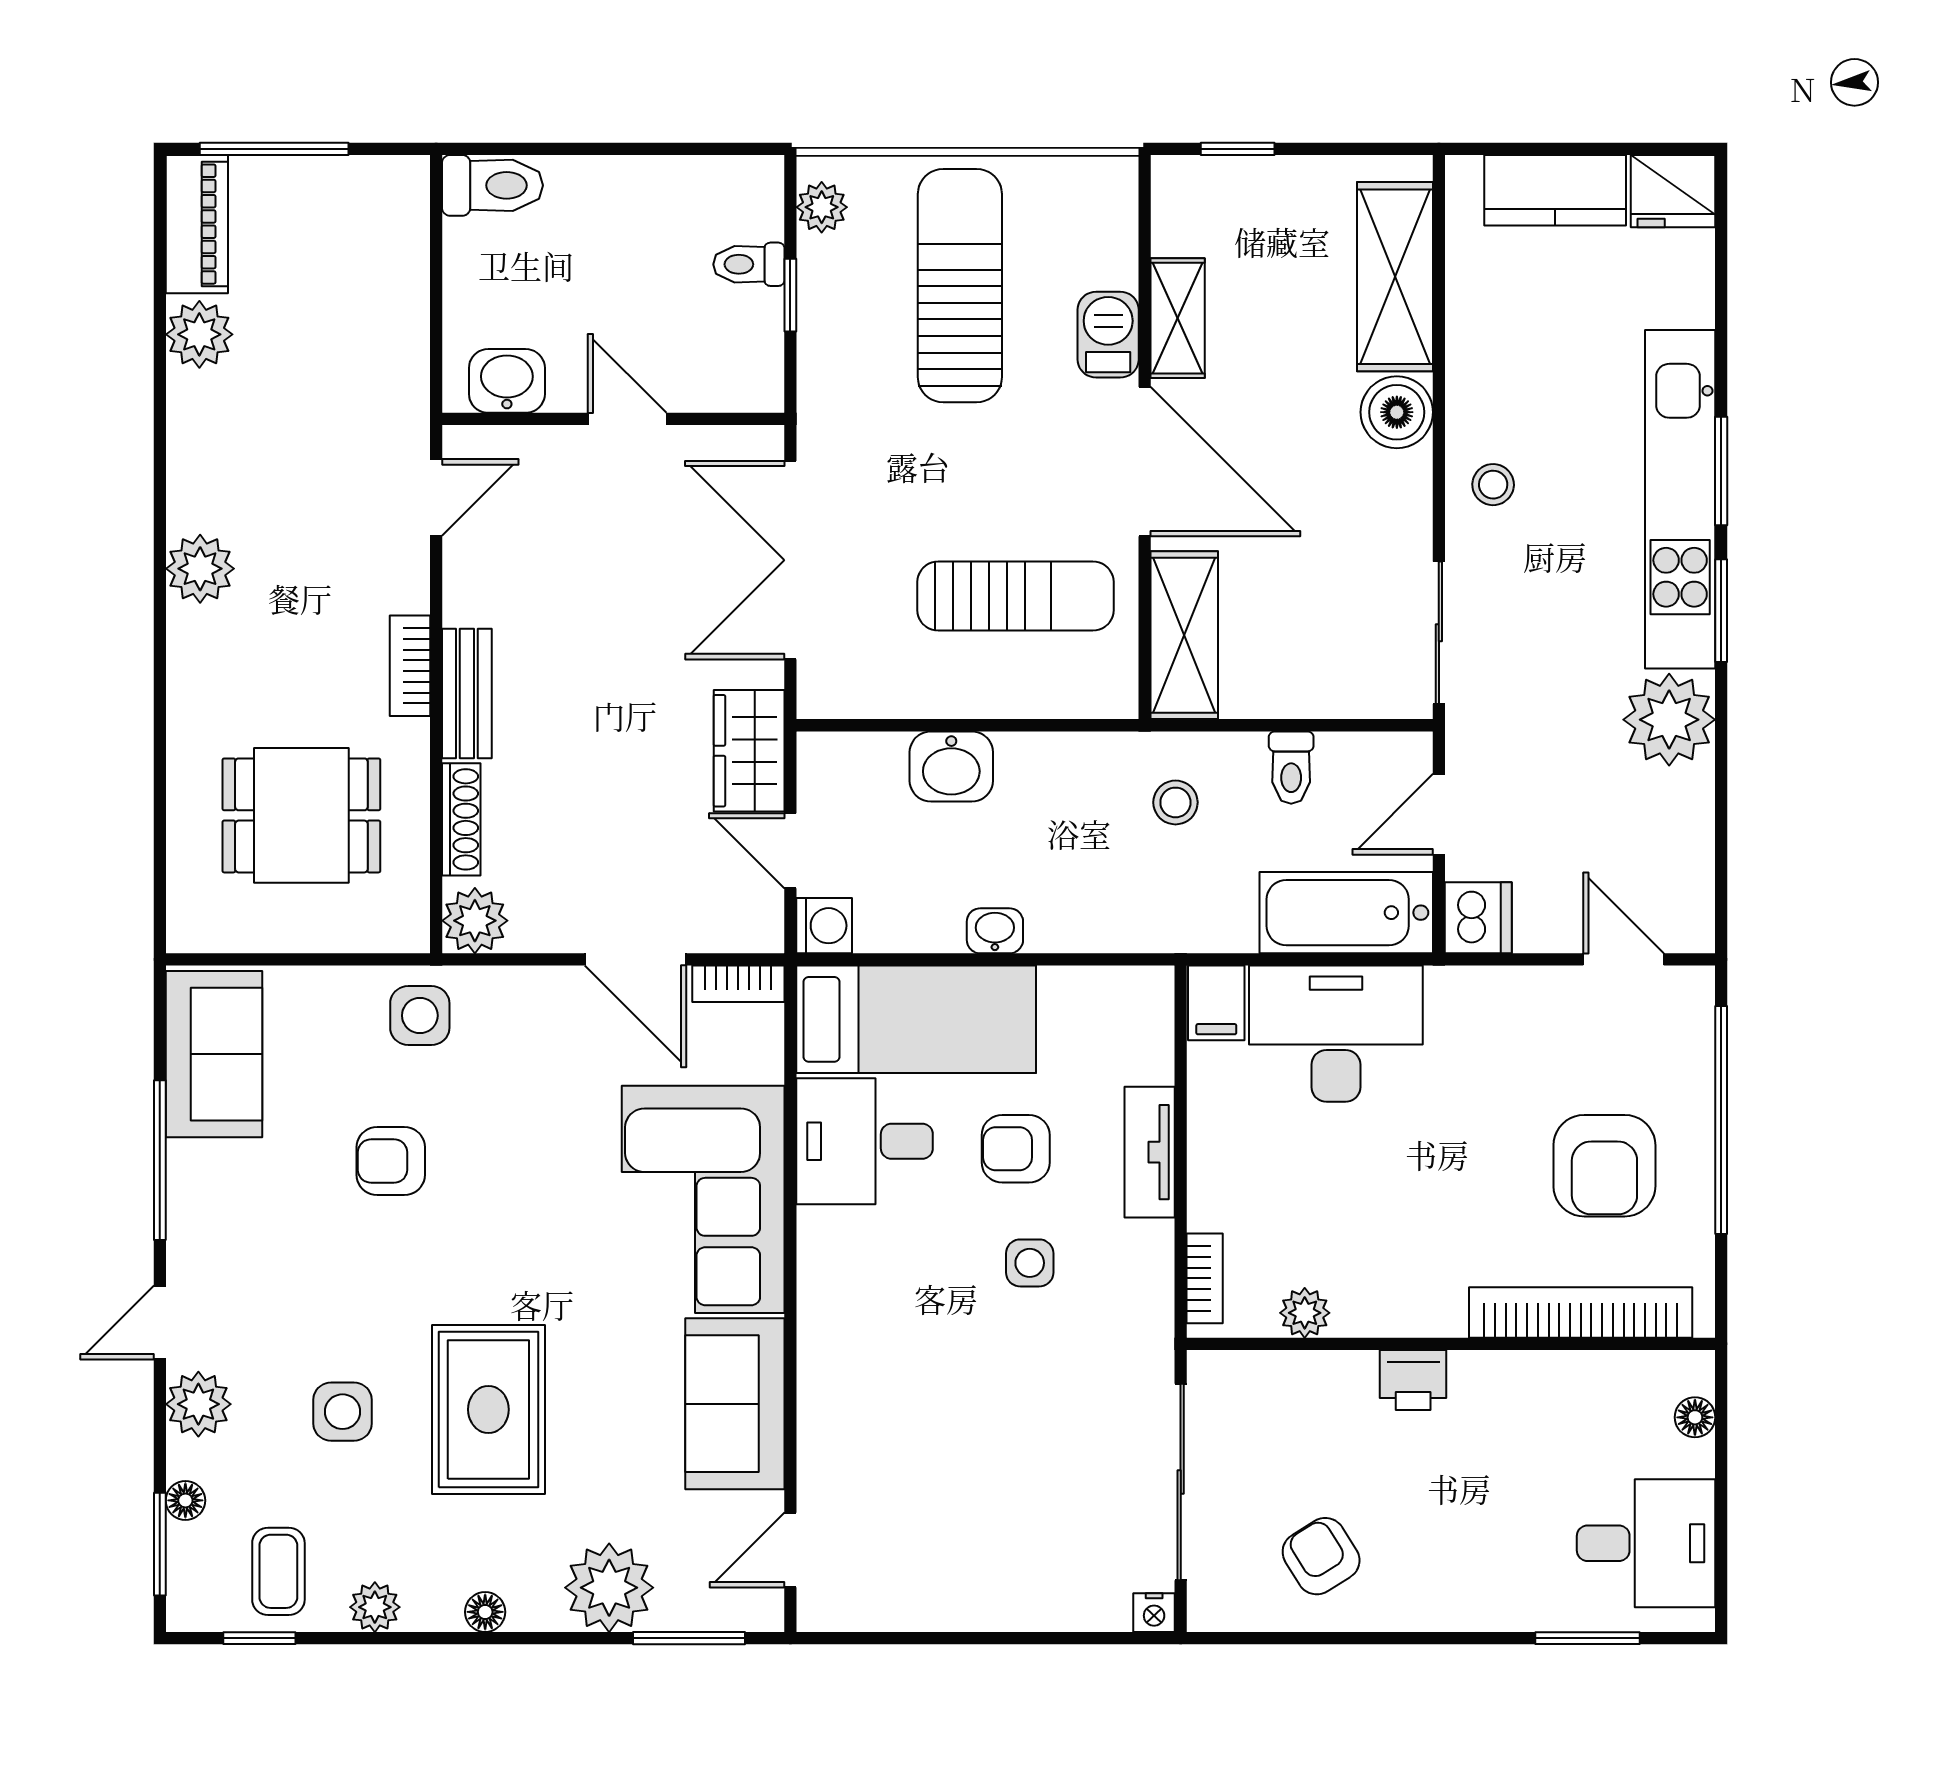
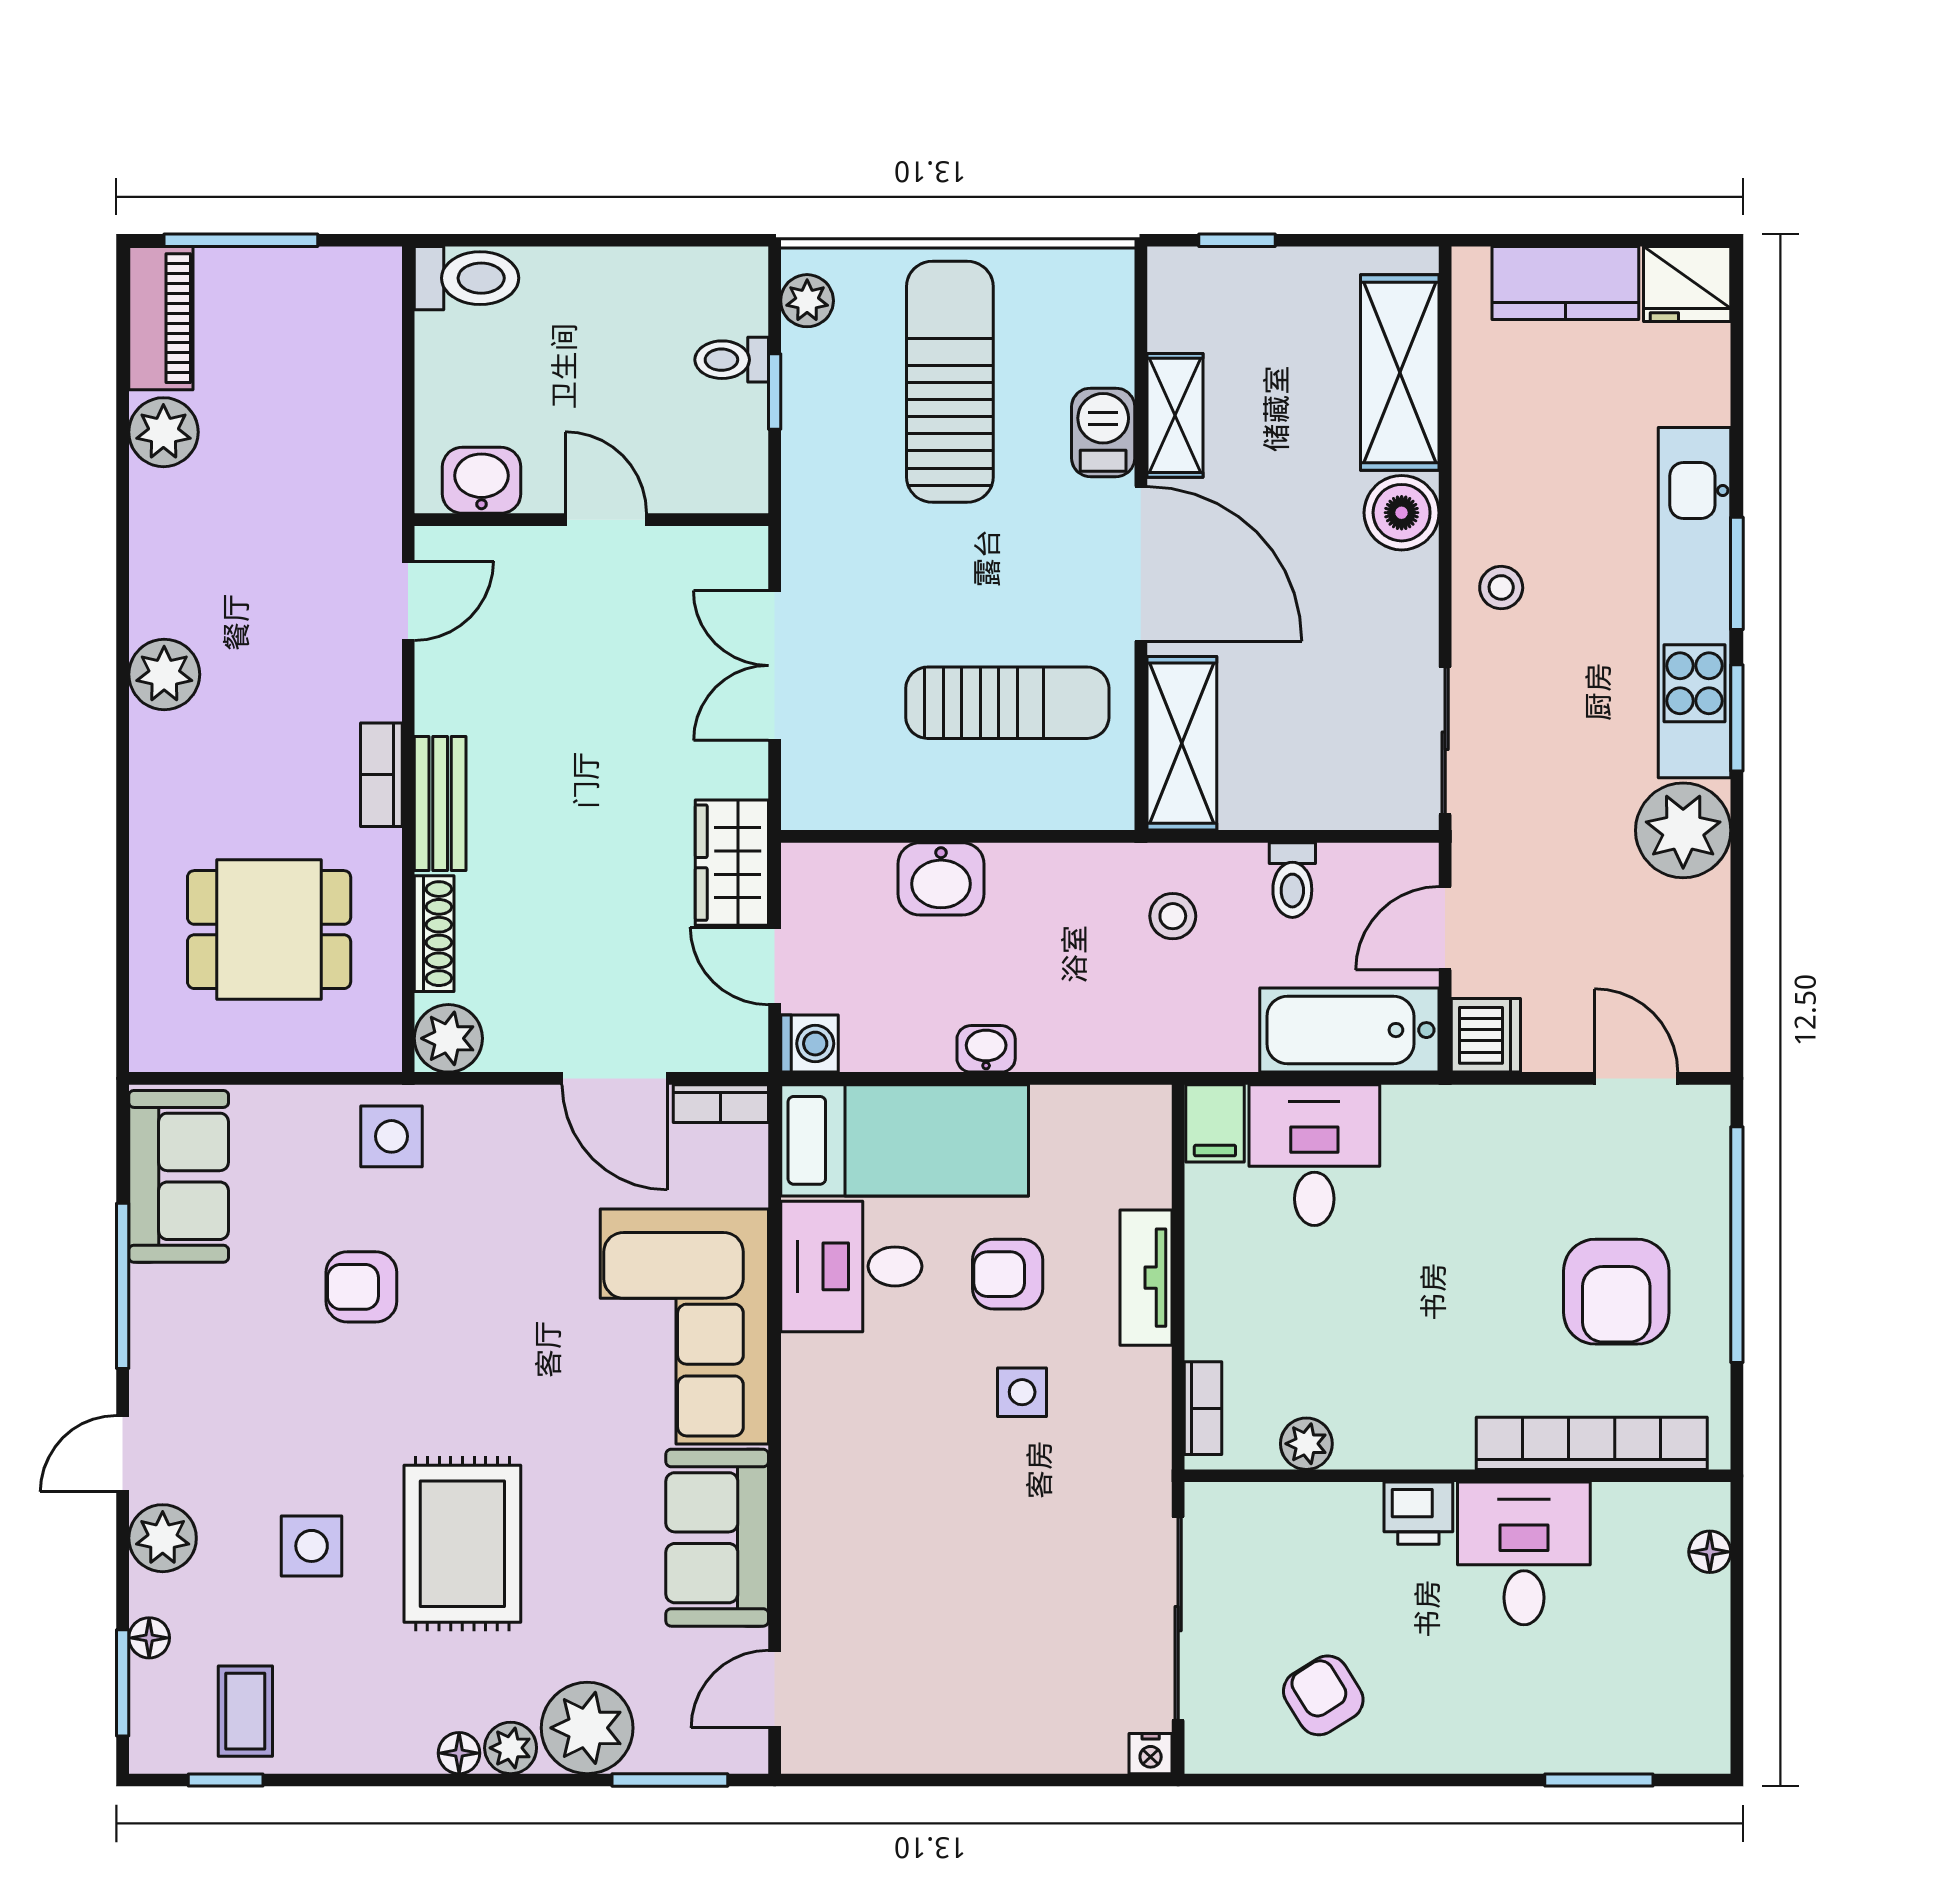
double door: (790, 560) -> (775, 666), width x0.73
desk: (1336, 1034) -> (1314, 1155), width x0.73
desk: (1646, 1543) -> (1524, 1553), moved, turned -90
plant: (375, 1607) -> (511, 1748), moved

